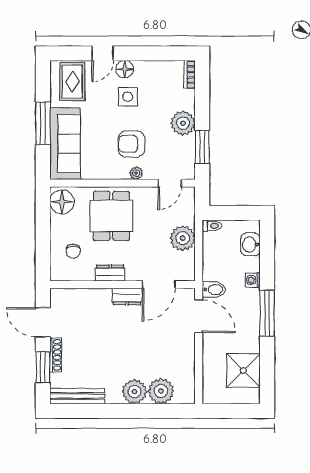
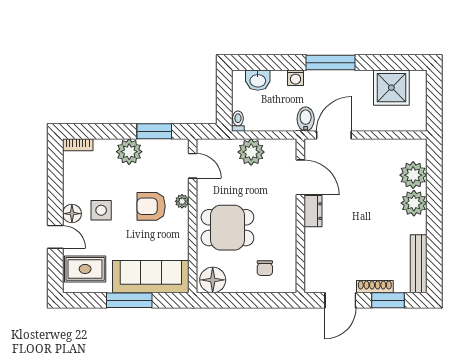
armchair: (131, 144) -> (151, 206), turned 90
chair: (73, 251) -> (265, 268), turned 90
dresser: (110, 273) -> (288, 229), removed

